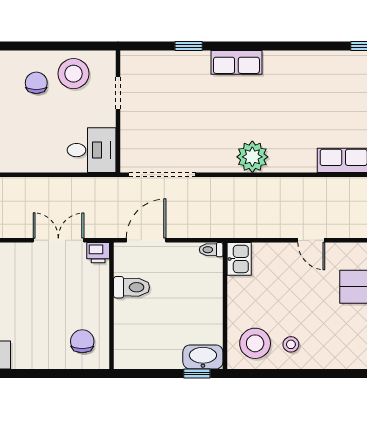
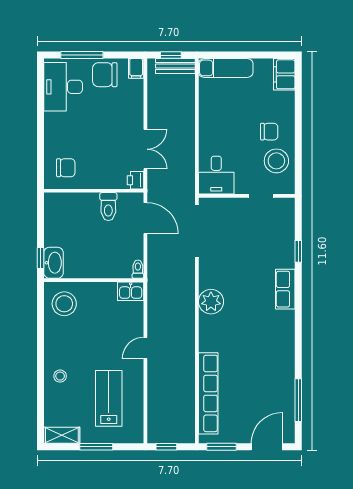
stool: (291, 344) -> (60, 376), moved

